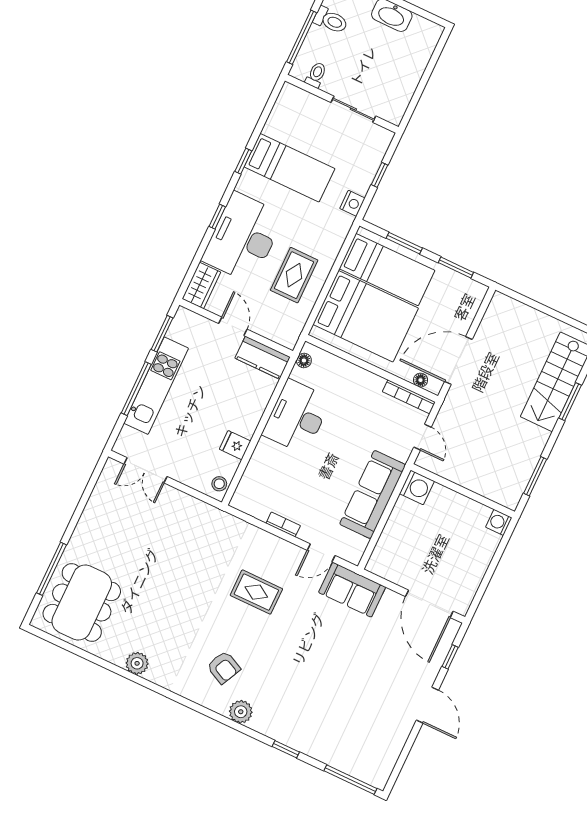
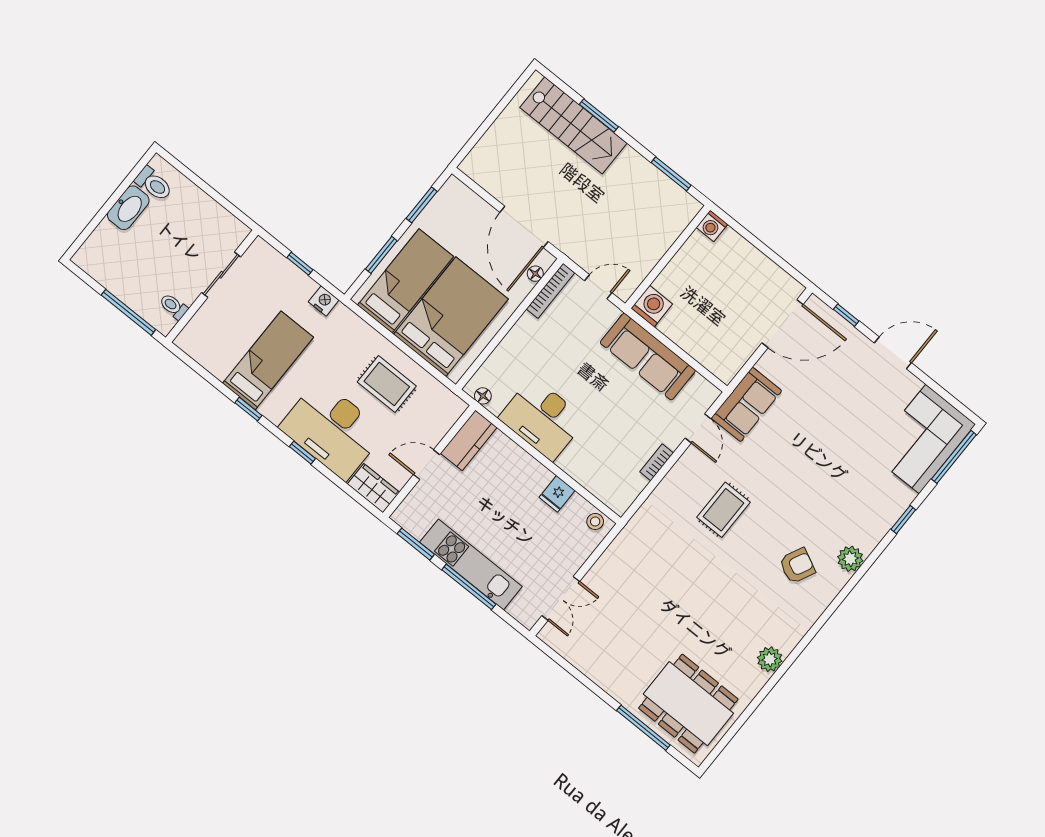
toilet: (331, 20) -> (154, 184), moved, turned 90
corner sofa: (359, 749) -> (923, 439), added

